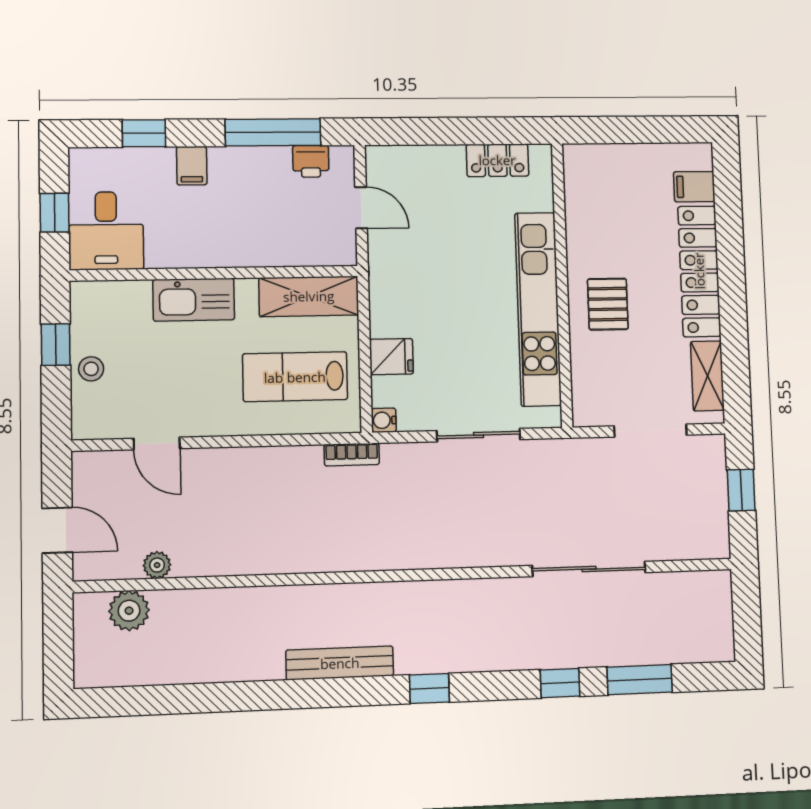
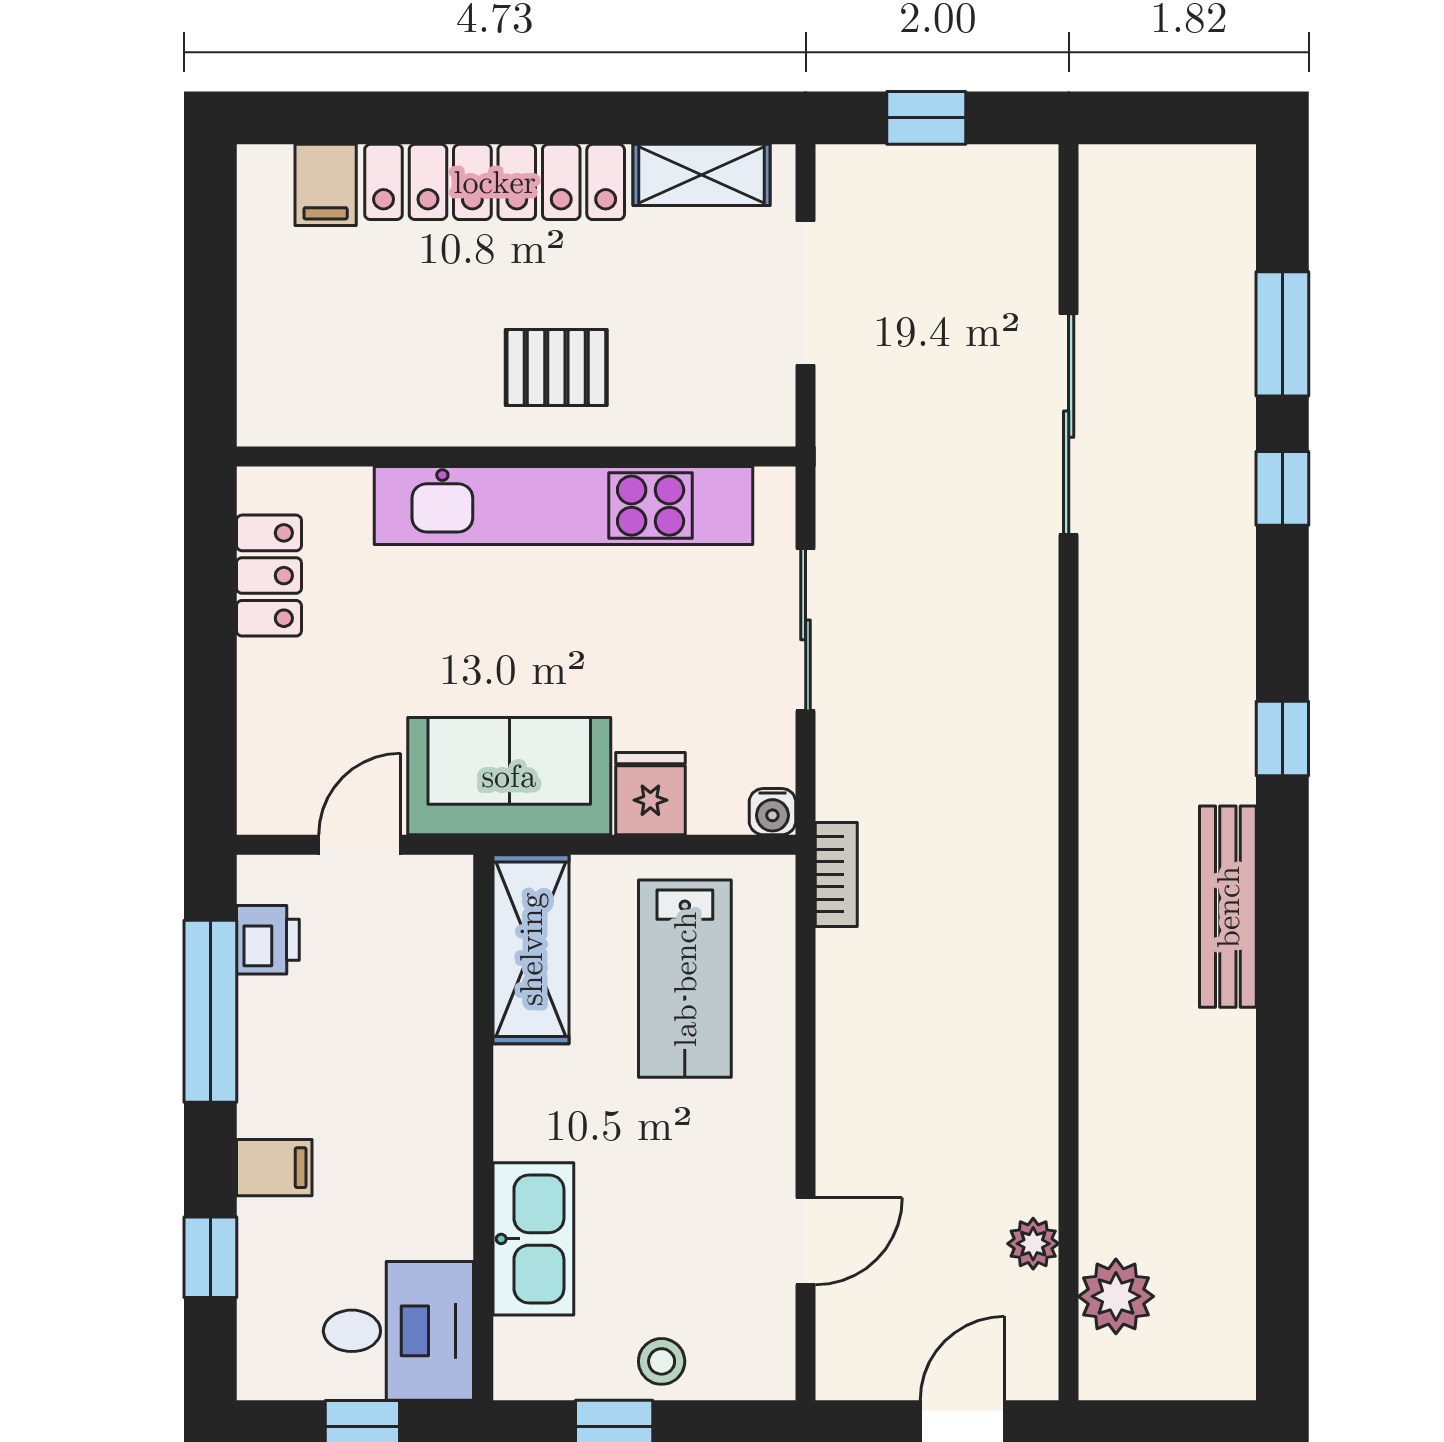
sofa: (398, 284) -> (509, 776), added
kitchen sink: (194, 300) -> (533, 1239), moved

